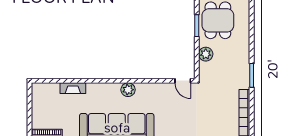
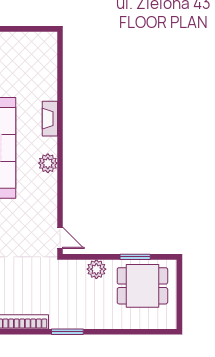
door: (183, 81) -> (60, 238), swing flipped
fireplace: (73, 88) -> (50, 119), moved

